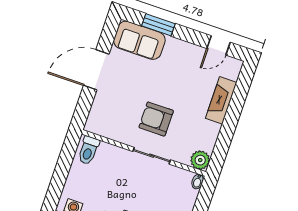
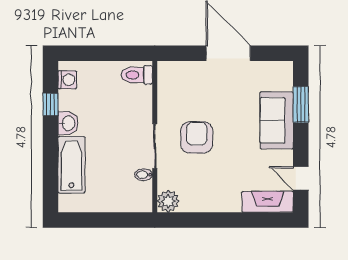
sofa: (139, 40) -> (277, 120), moved
fireplace: (221, 100) -> (268, 202), moved
bidet: (197, 182) -> (144, 175), moved

